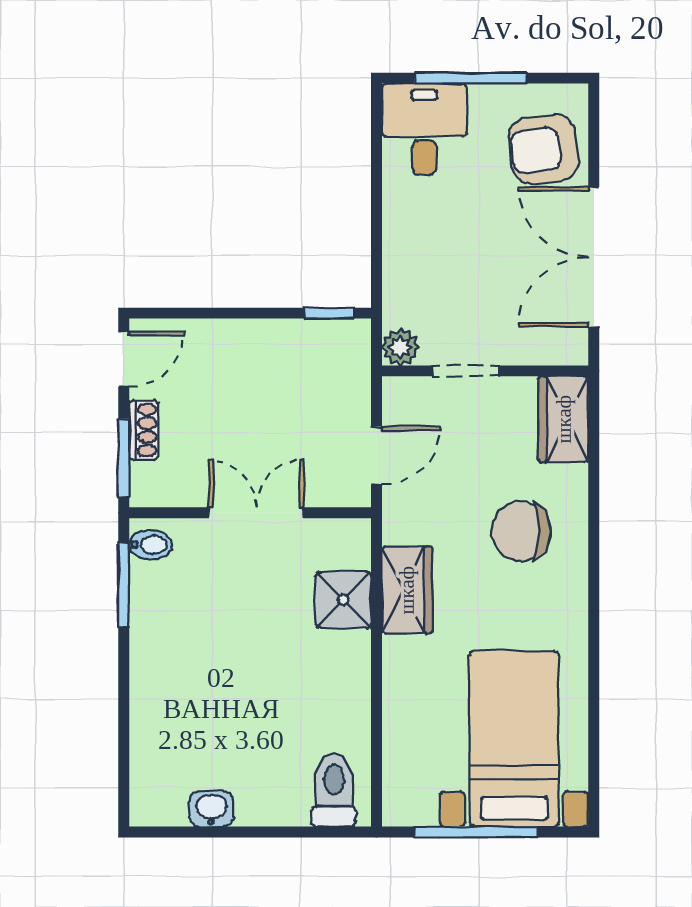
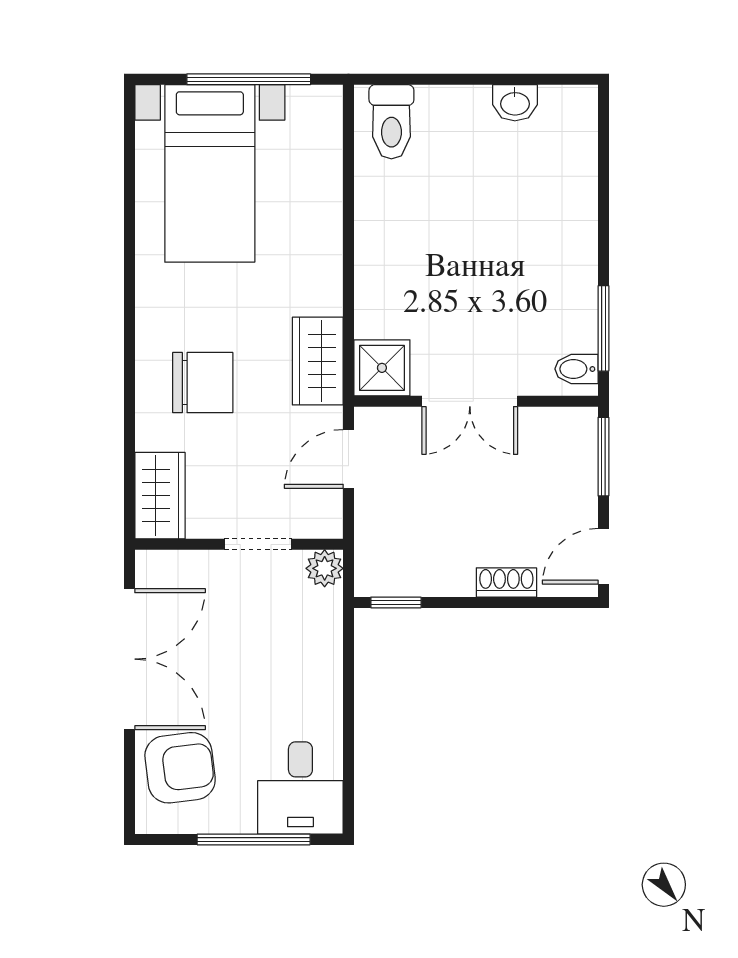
shoe rack: (144, 430) -> (506, 582), moved, turned 90
wardrobe: (407, 590) -> (318, 361), moved
shower: (343, 600) -> (382, 368), moved

